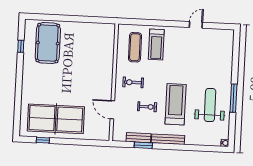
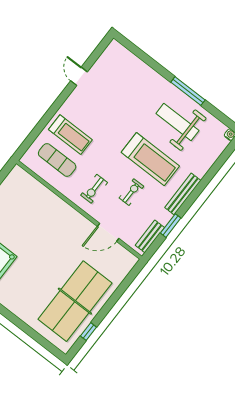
treadmill: (176, 104) -> (150, 159), turned 180
bench: (139, 138) -> (150, 236), moved

